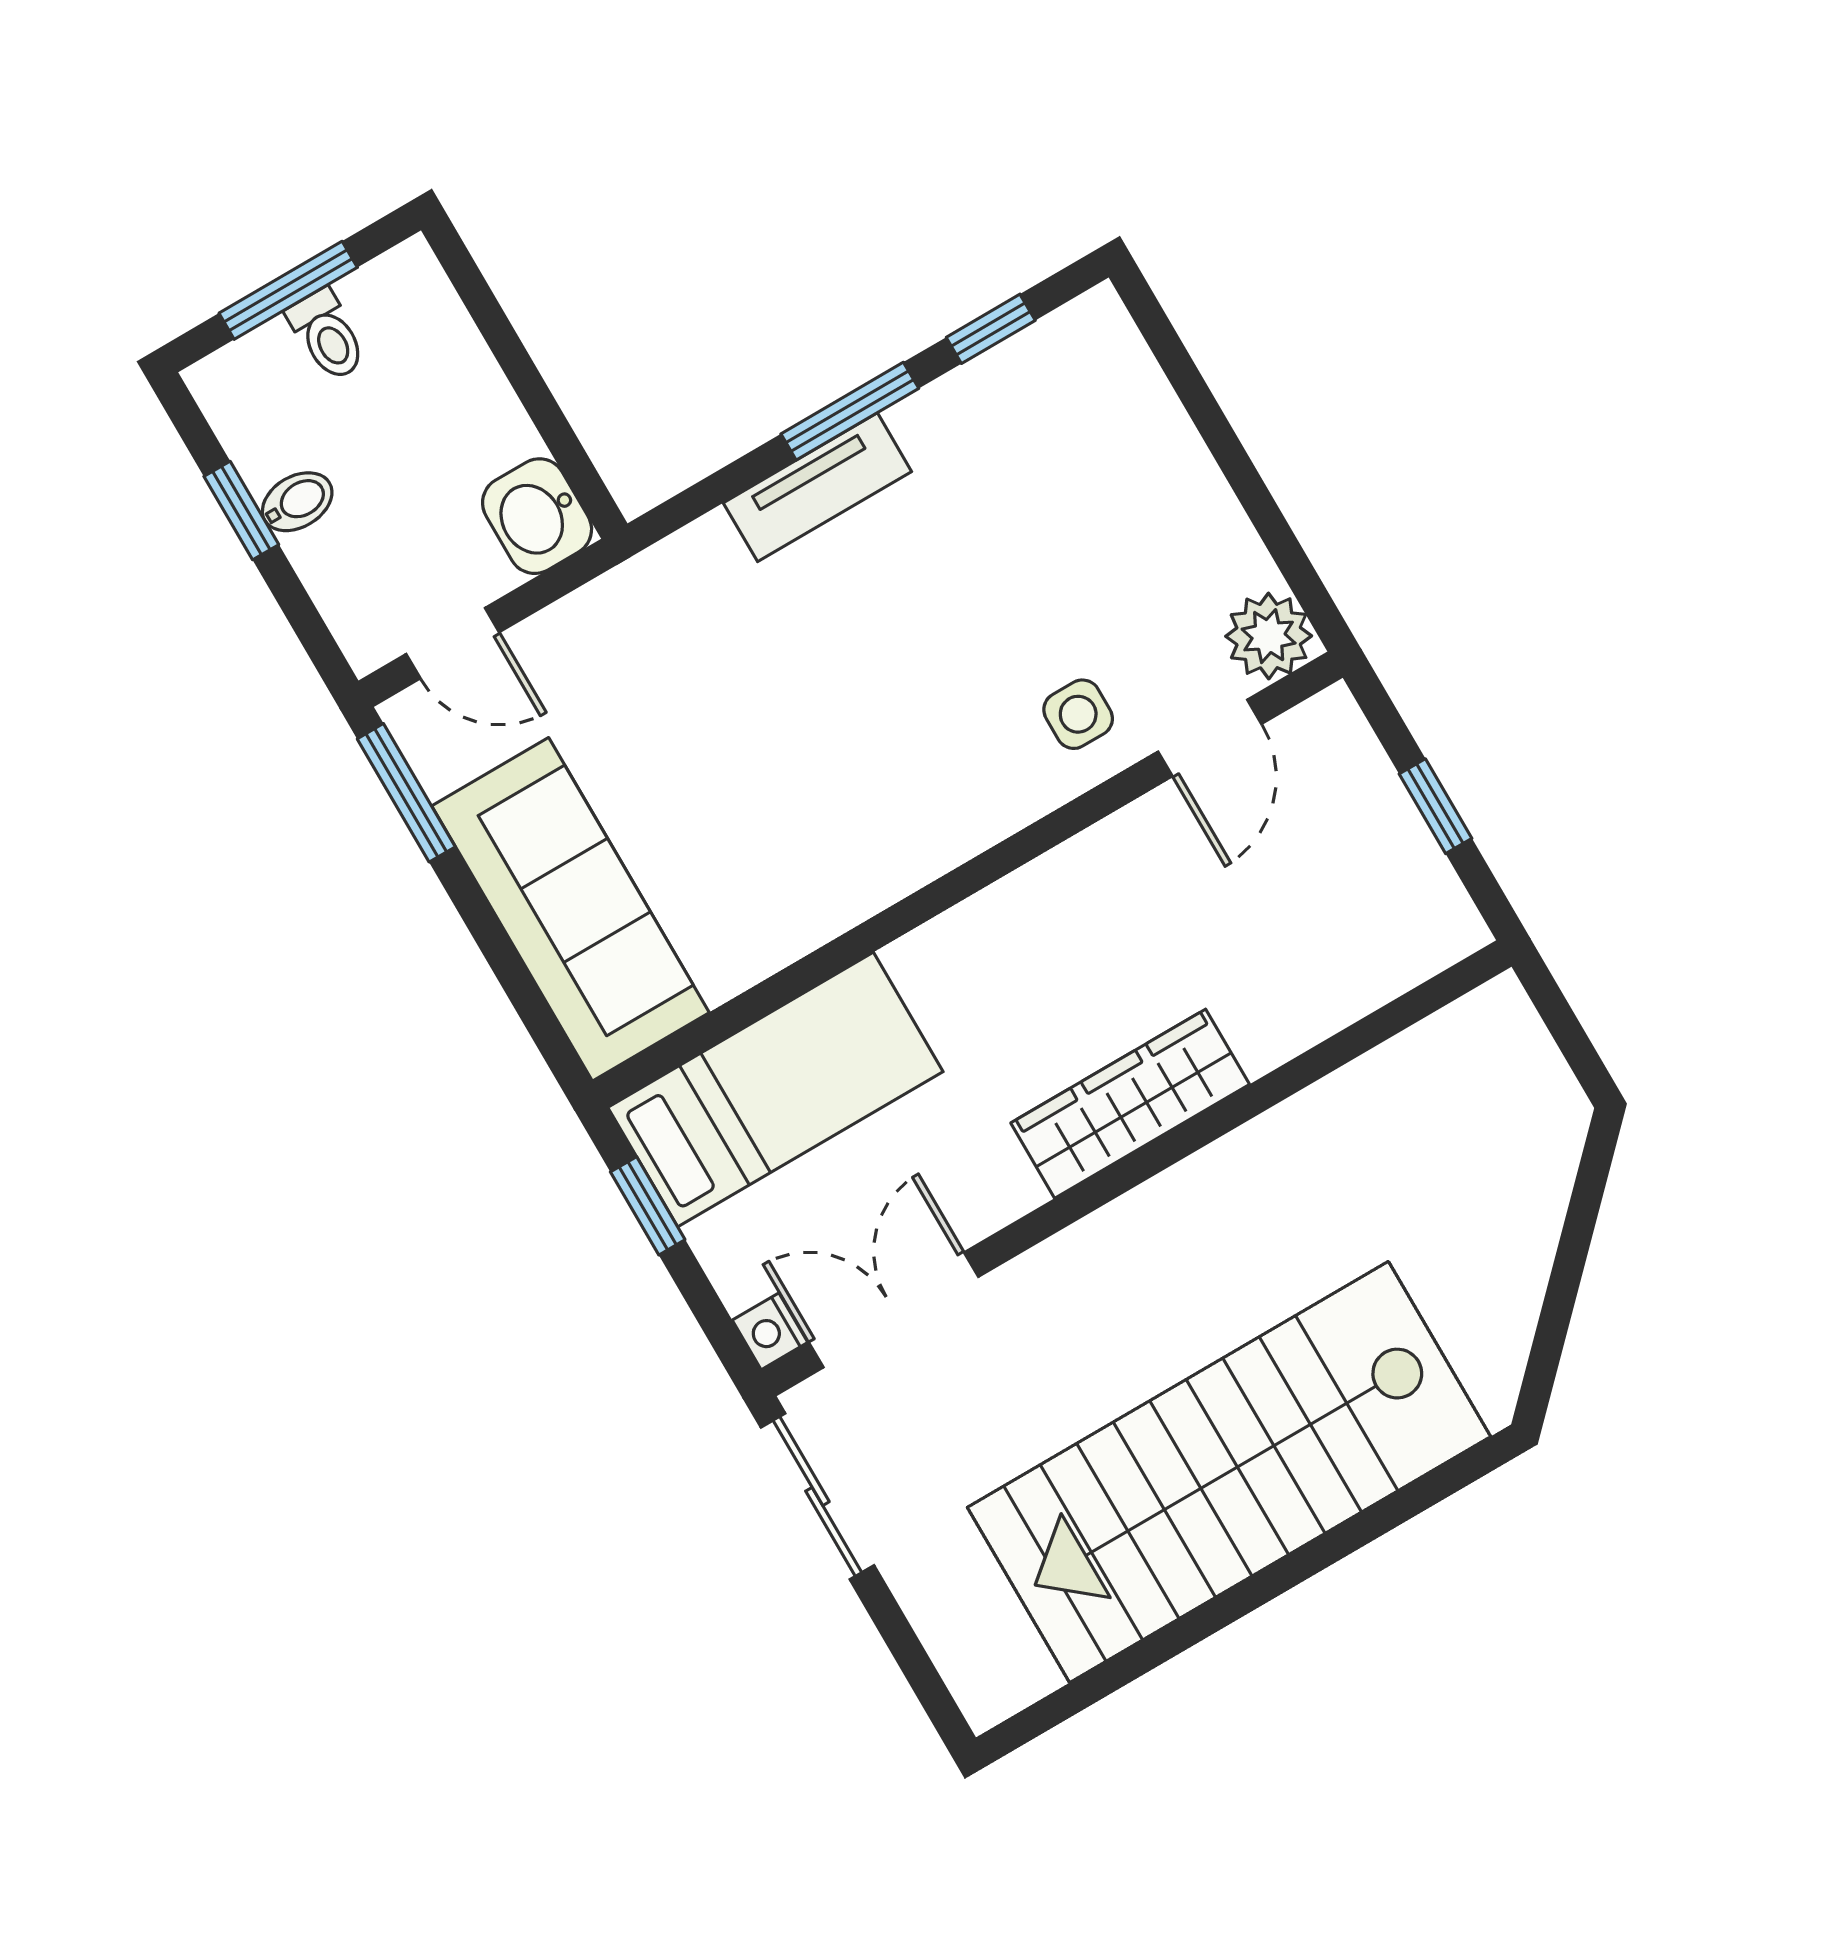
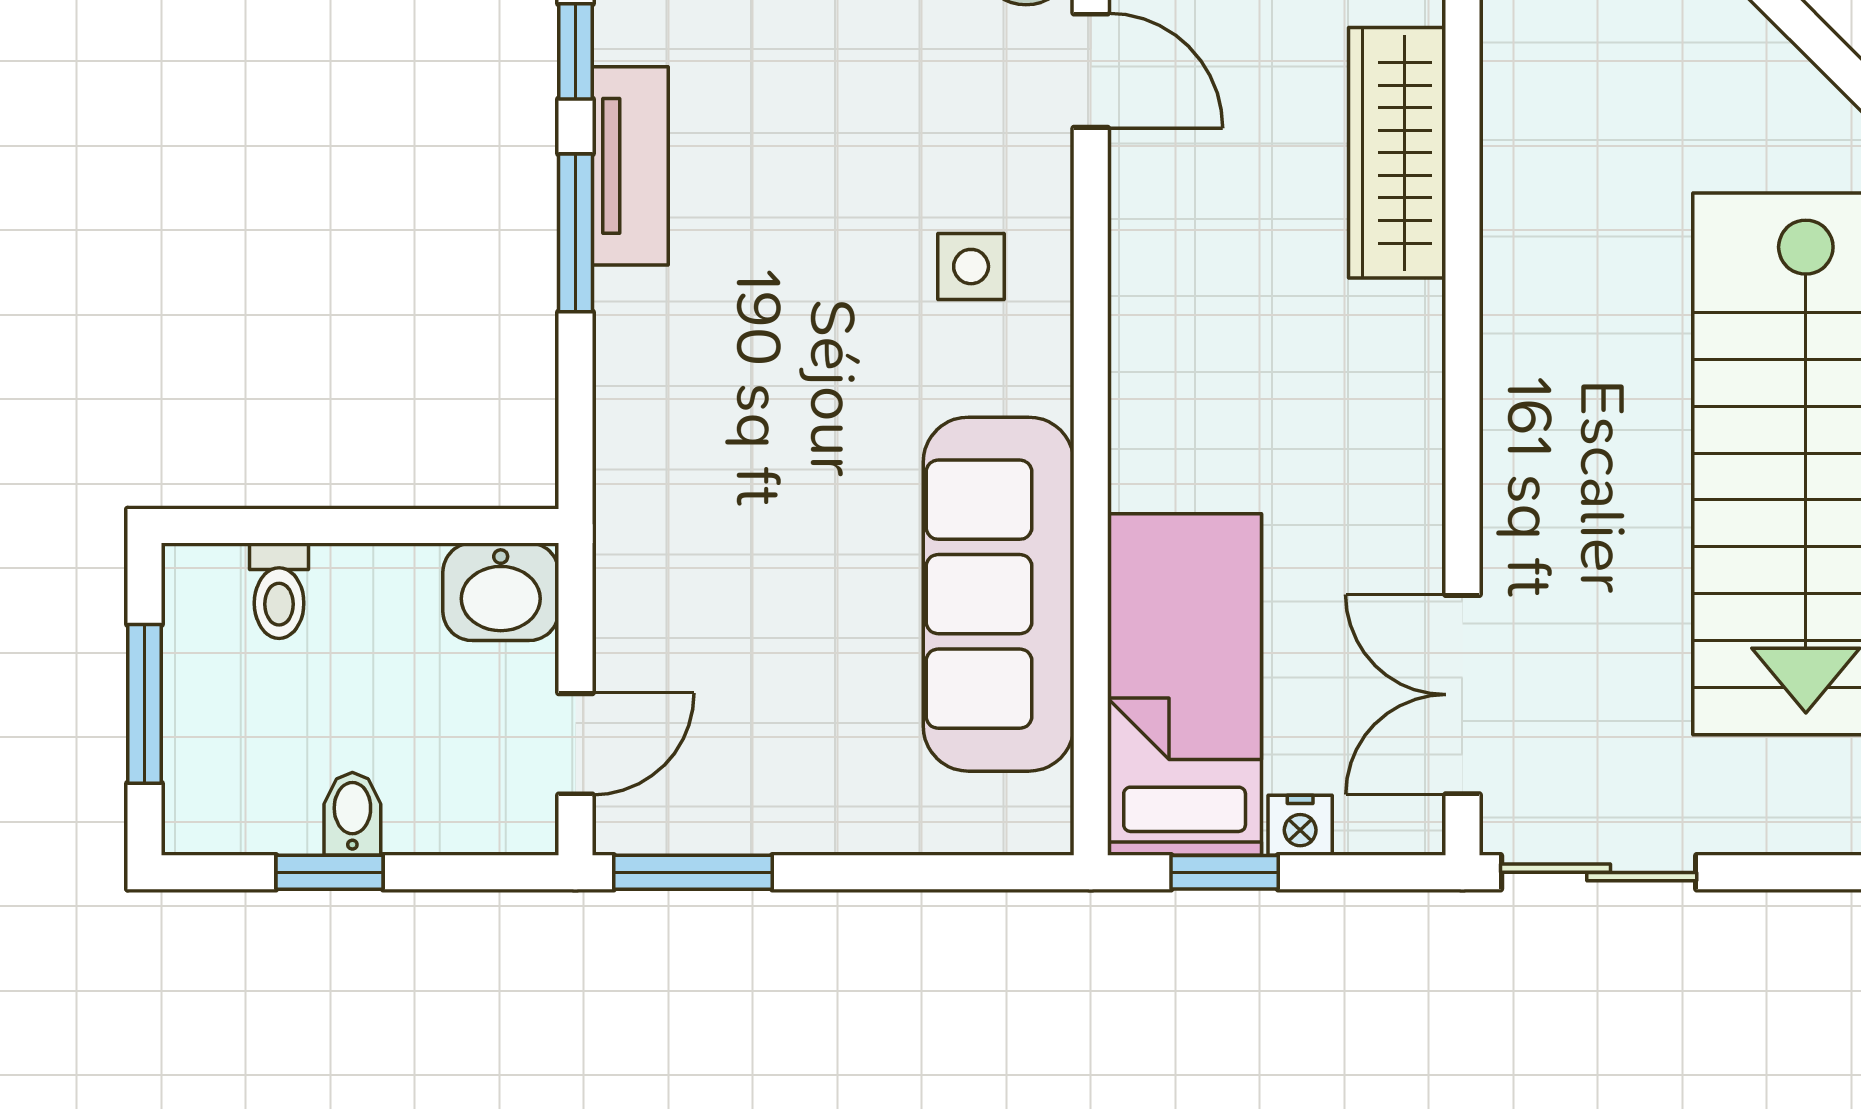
toilet: (327, 335) -> (279, 591), moved, turned 90
tv unit: (817, 487) -> (630, 166), moved
side table: (1078, 714) -> (971, 267), moved
sofa: (570, 909) -> (999, 594), moved, turned -90
wardrobe: (1130, 1104) -> (1397, 153), moved
nightstand: (770, 1331) -> (1300, 825), moved

